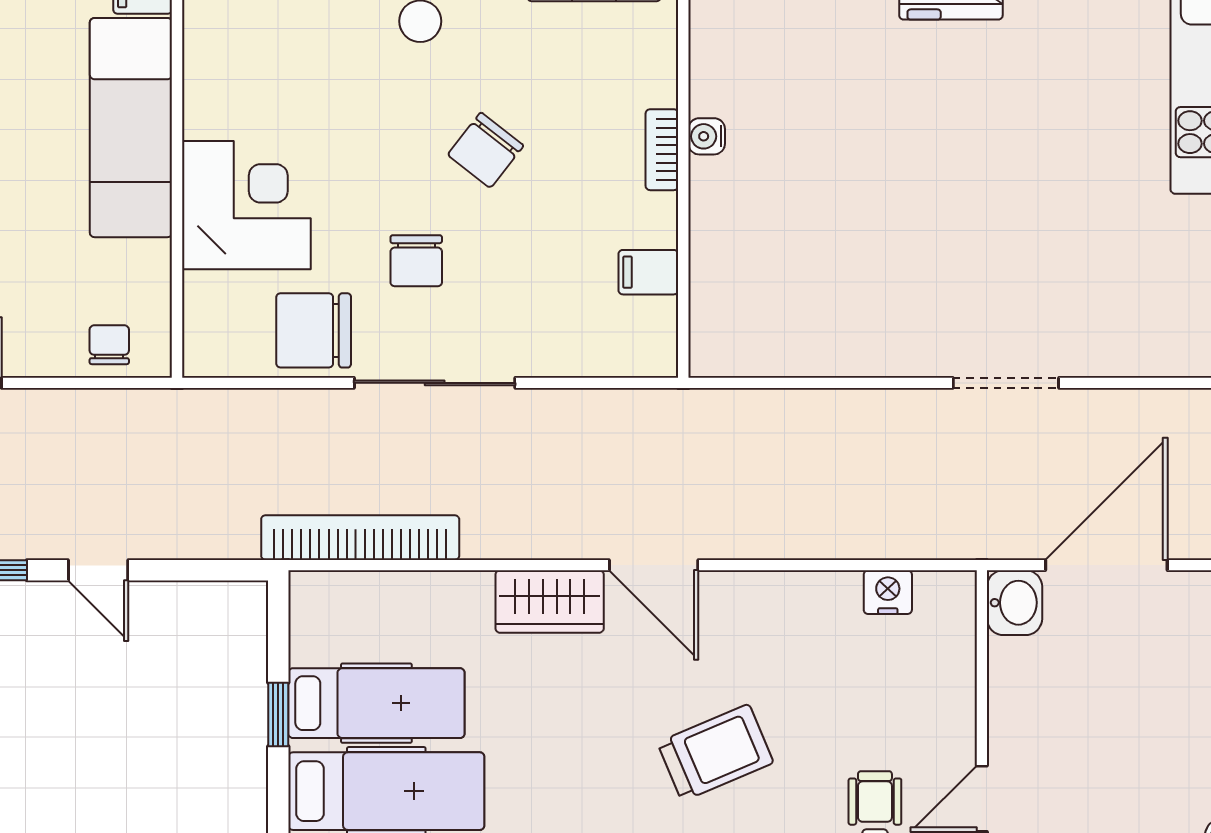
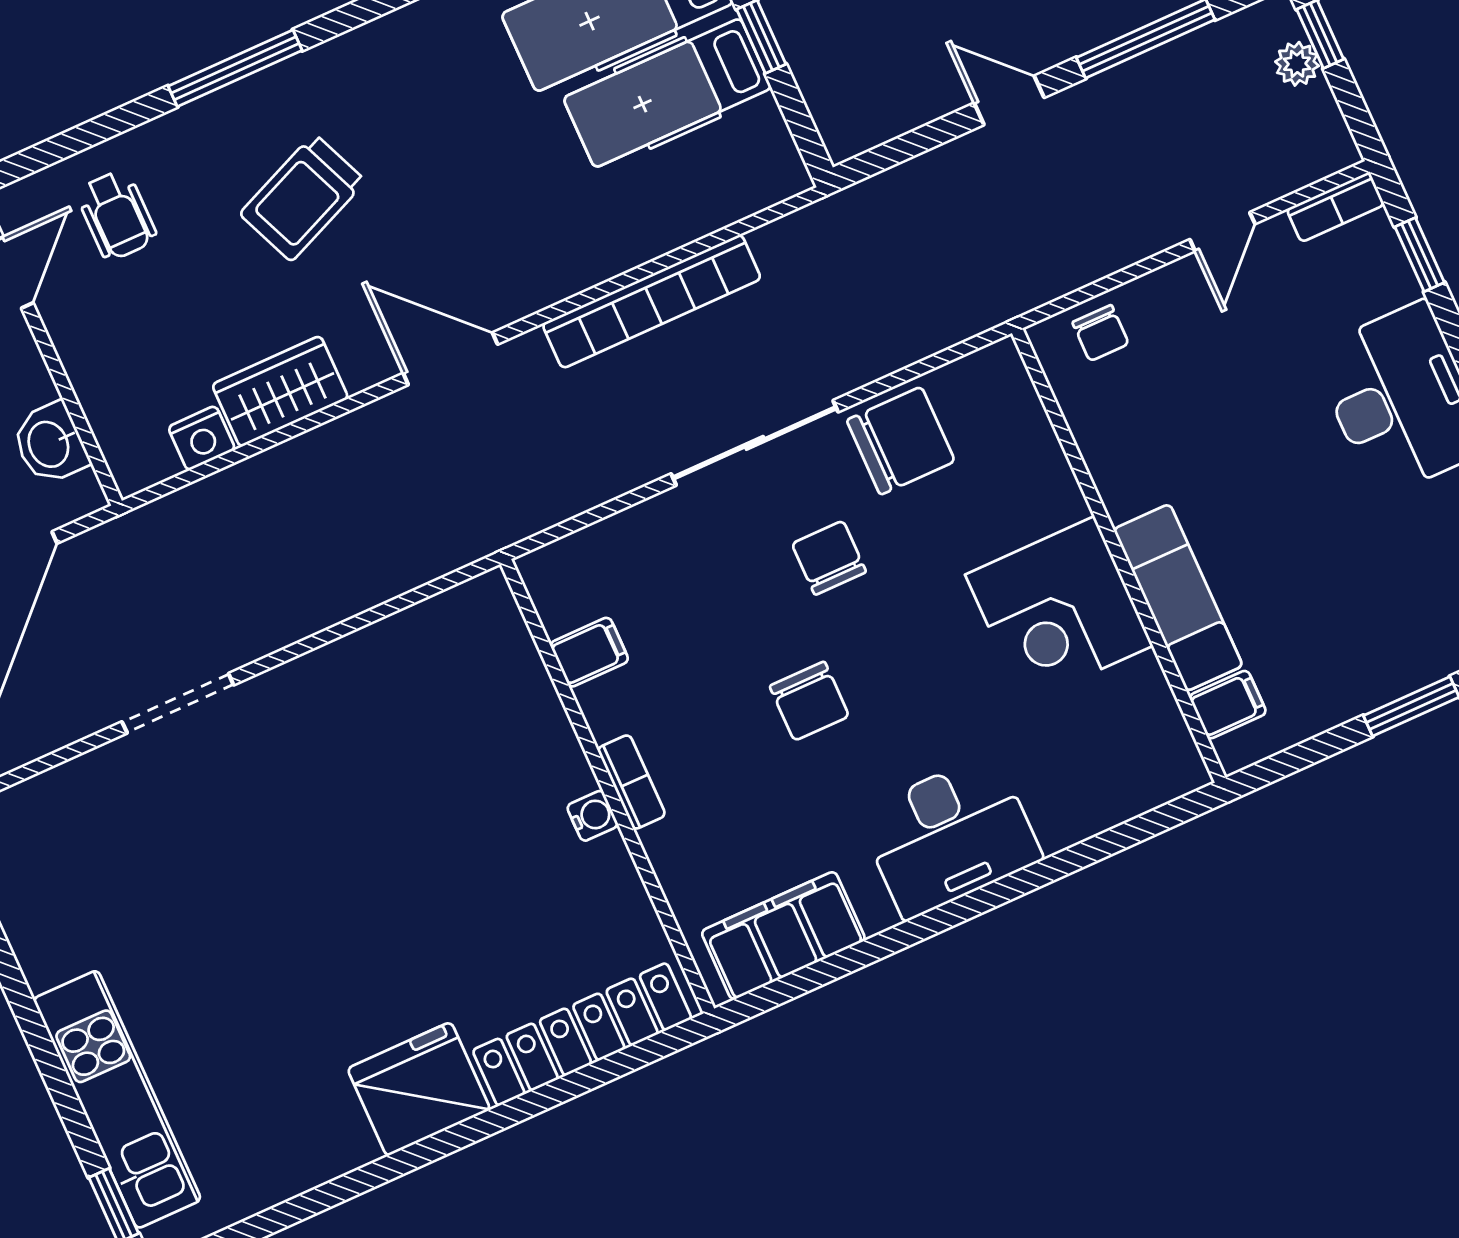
exam couch: (131, 128) -> (1178, 598), width x0.73, depth x0.69
chair: (486, 150) -> (809, 701), turned 142
corner desk: (246, 205) -> (1059, 610), moved
bookcase: (360, 538) -> (652, 301), moved
wardrobe: (550, 601) -> (280, 391), moved
washbasin: (1015, 603) -> (50, 444), moved

